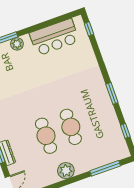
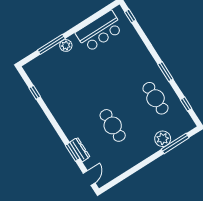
cafe table: (71, 127) -> (156, 98), moved
plant: (66, 171) -> (163, 139), moved

